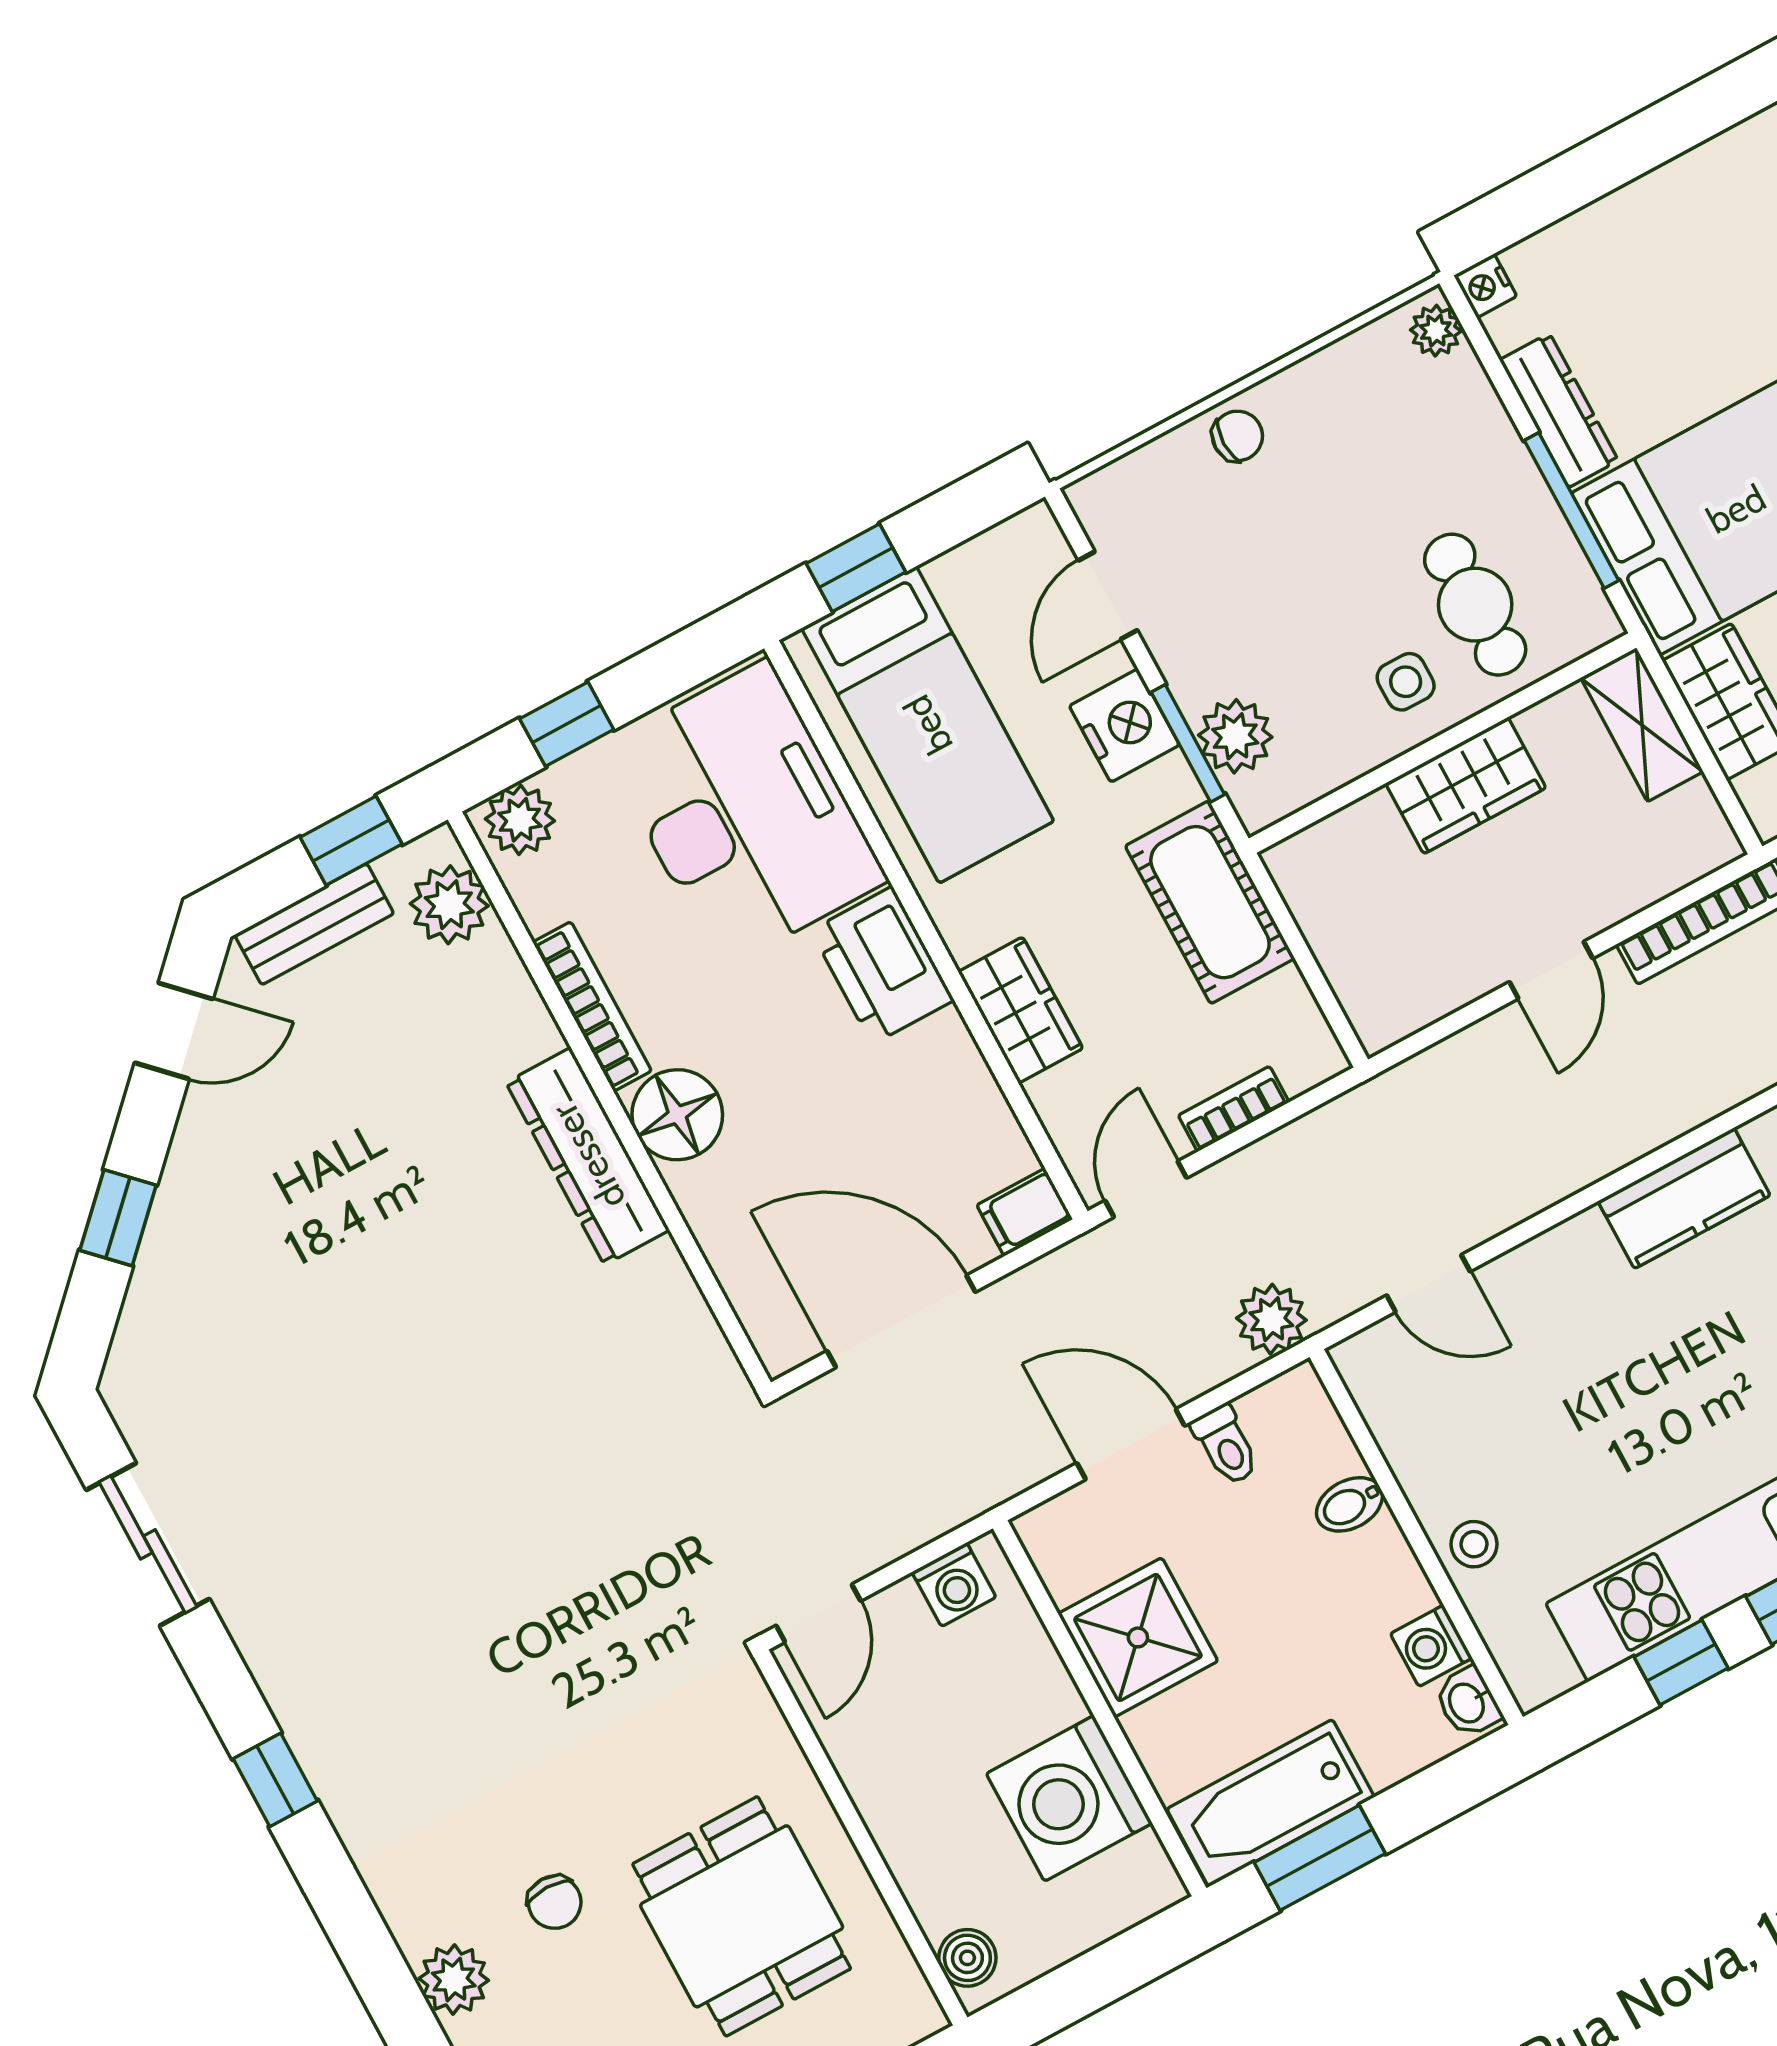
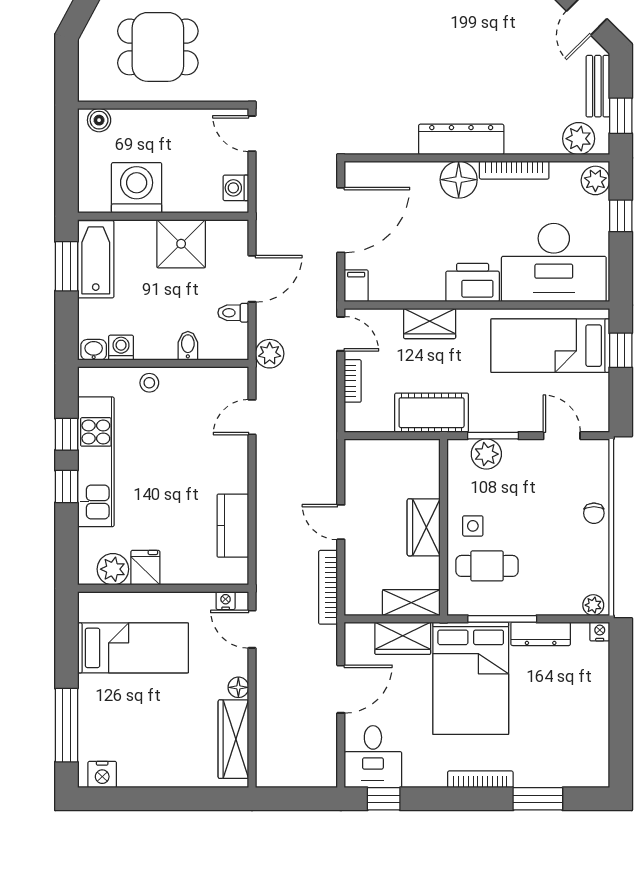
nightstand: (1124, 725) -> (512, 416), removed

